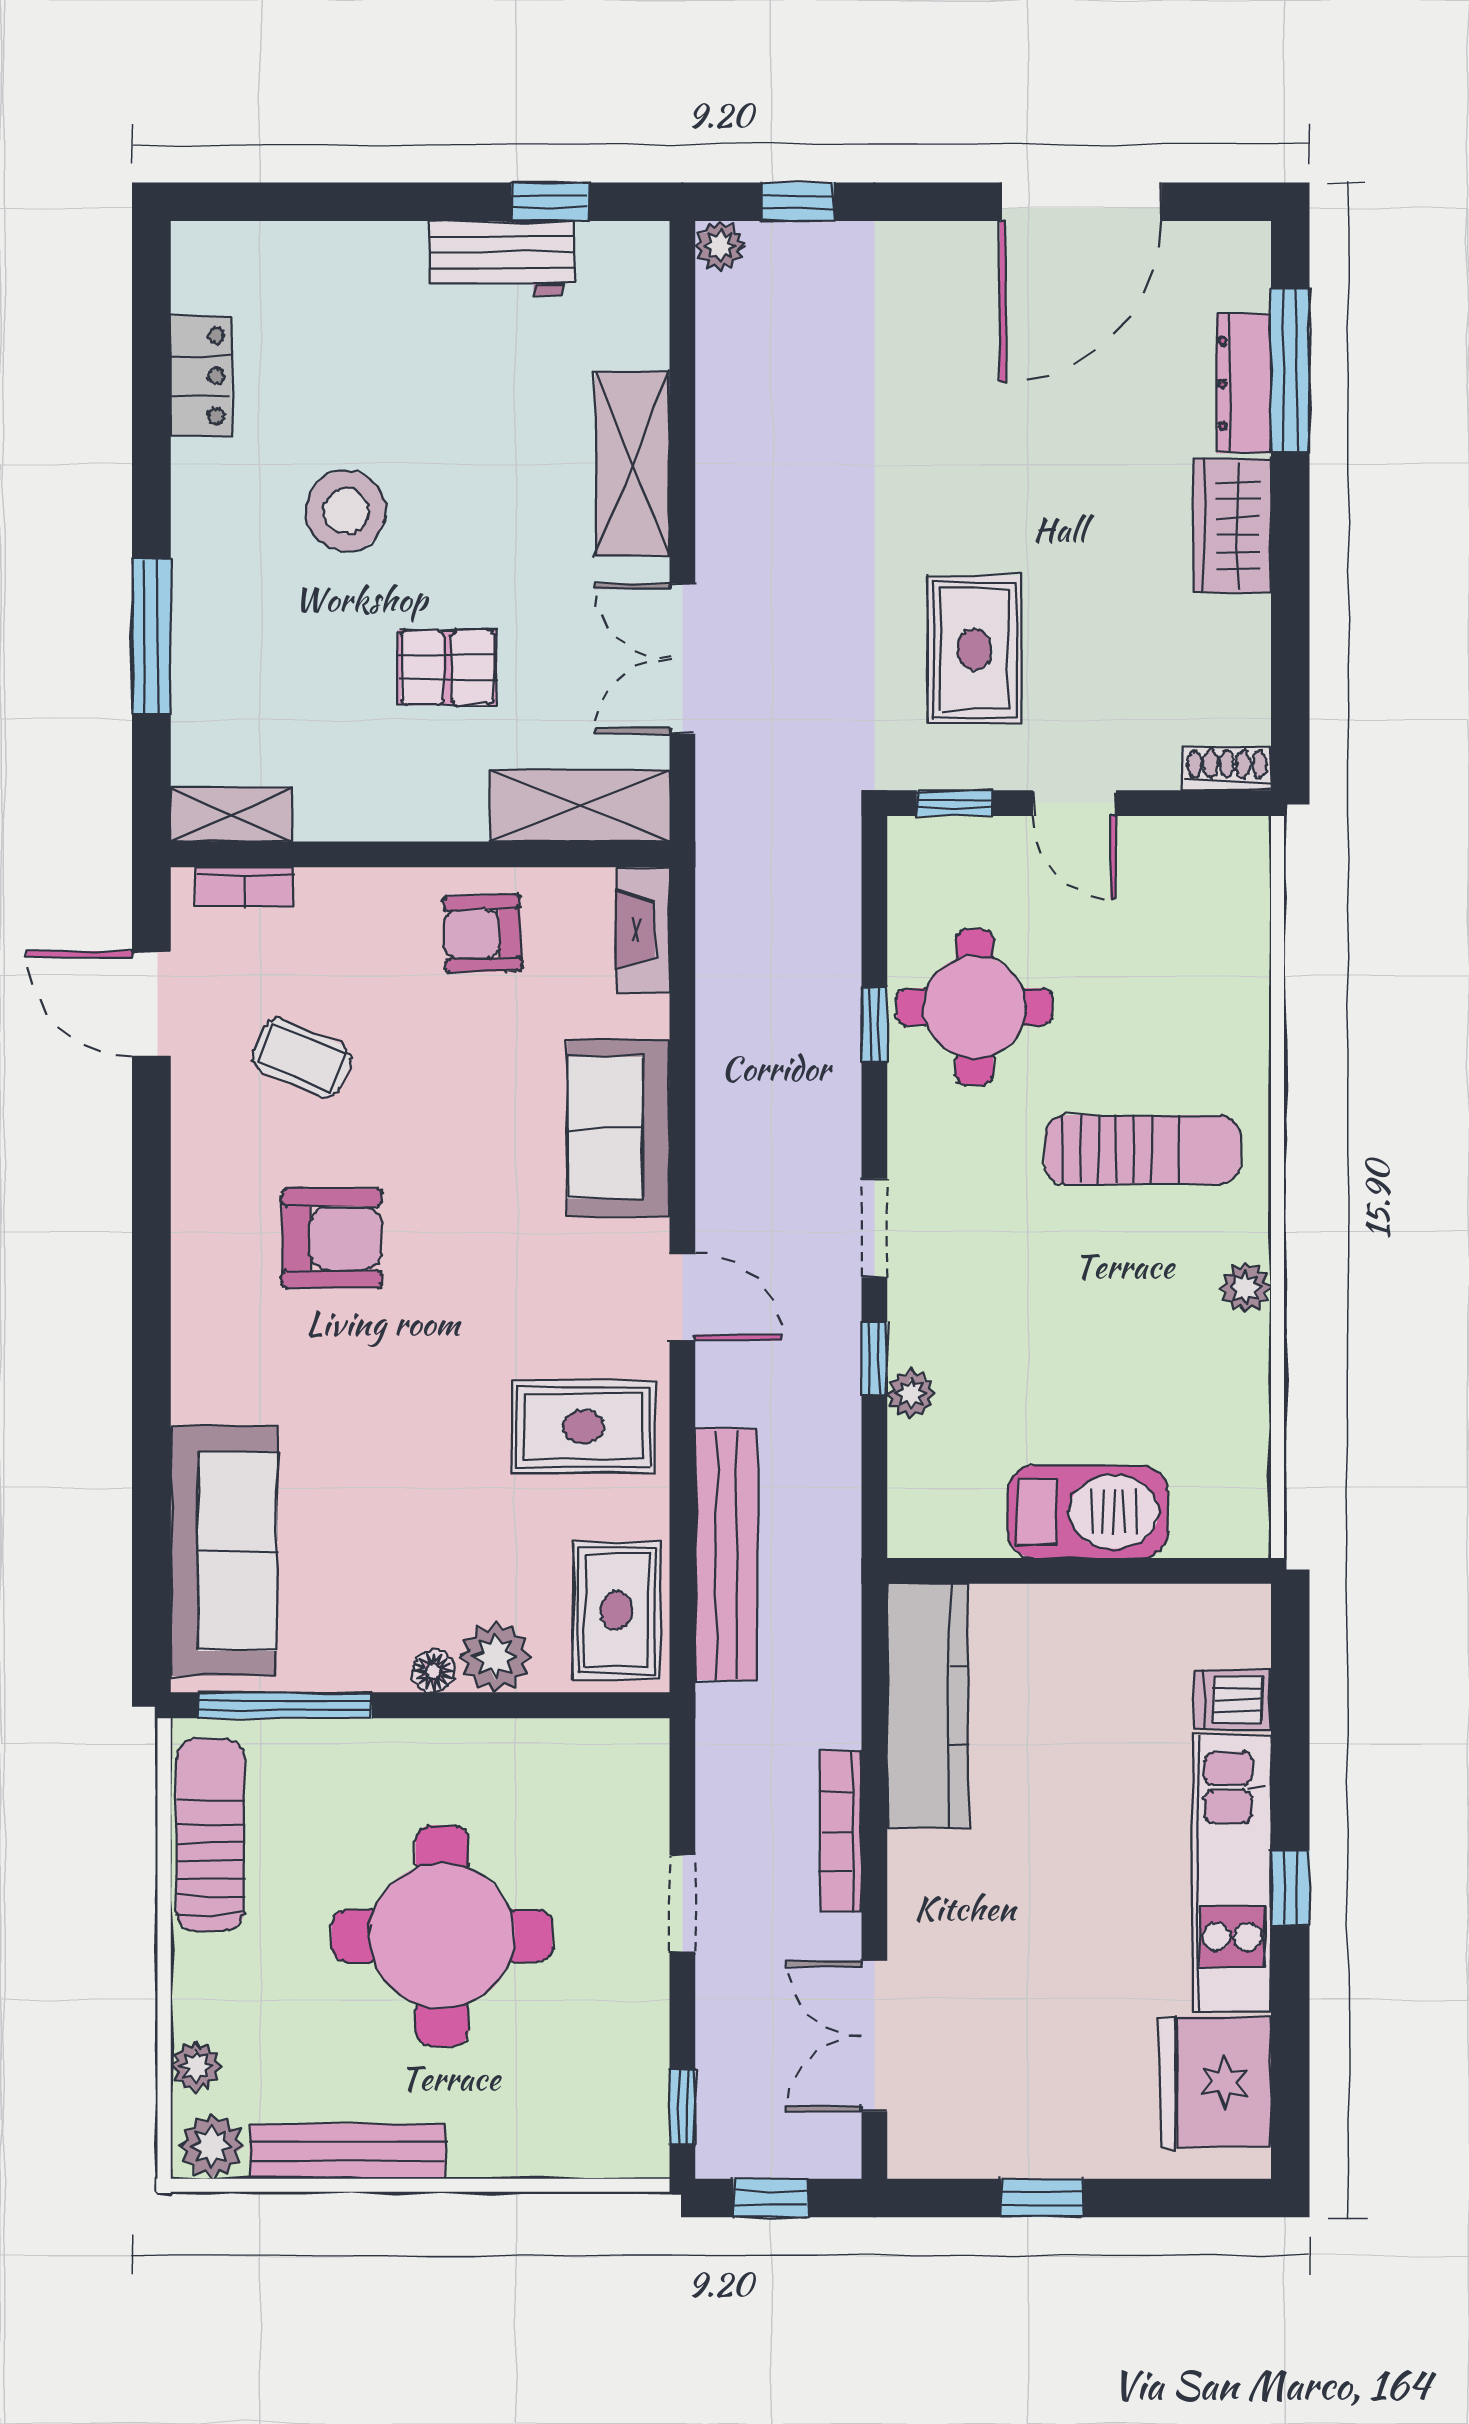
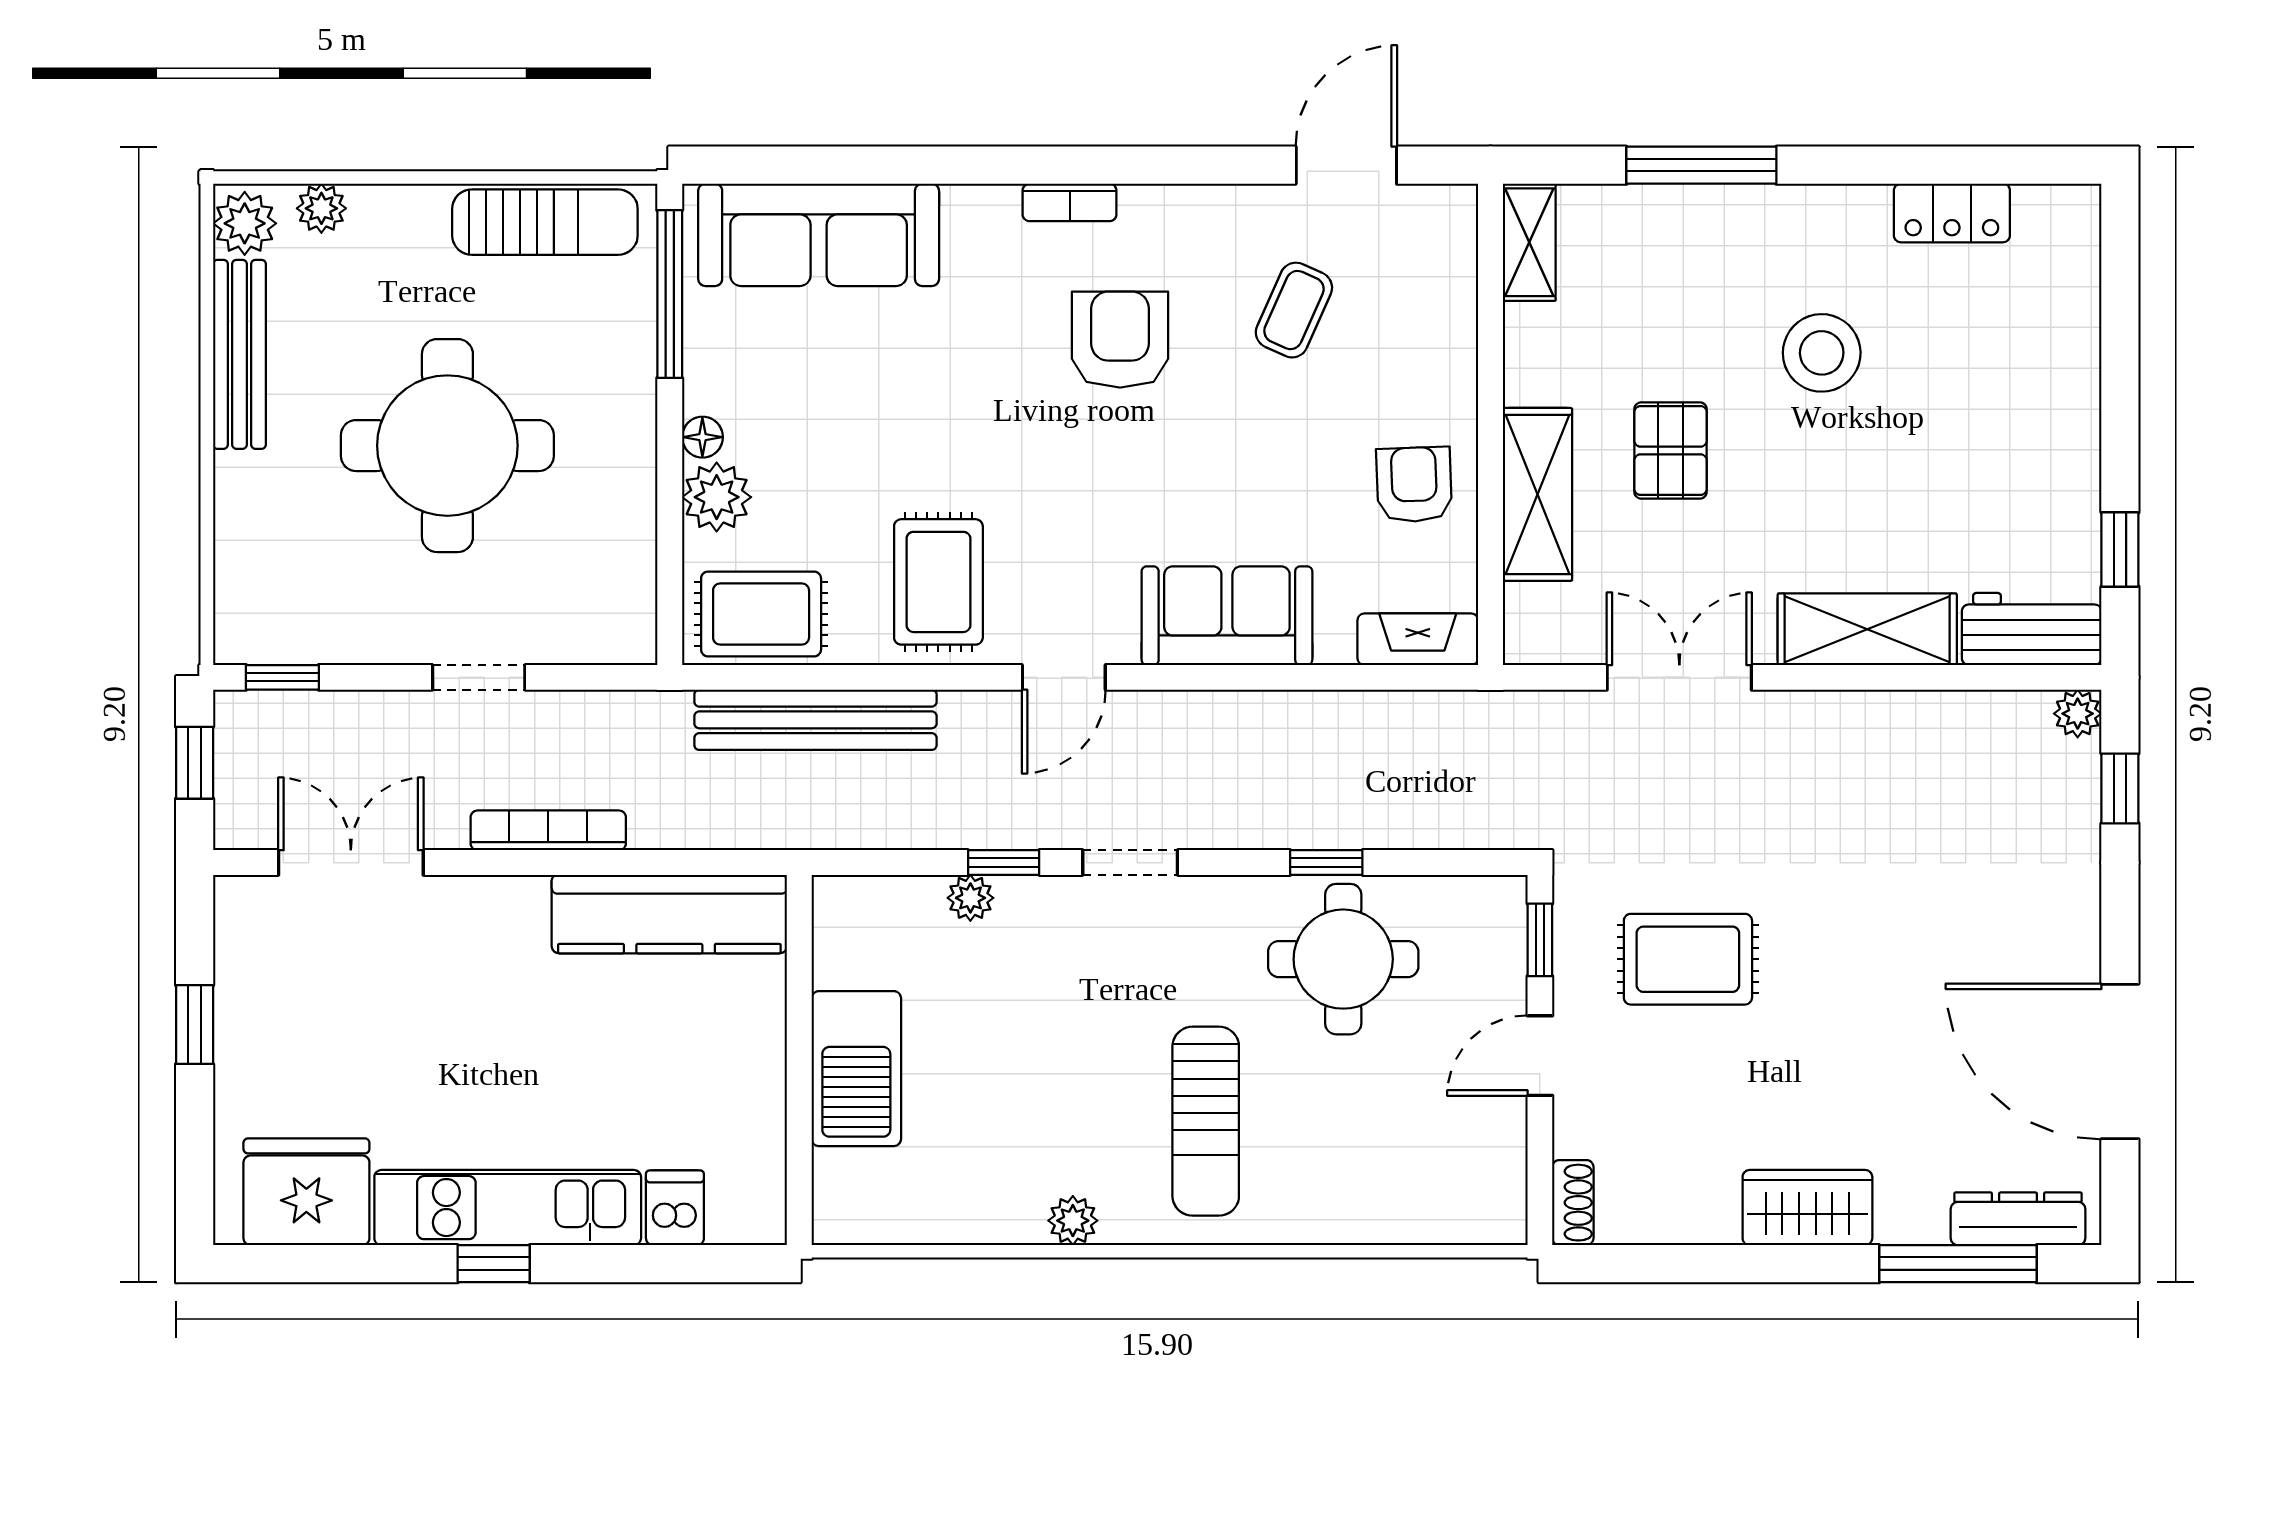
workbench: (502, 258) -> (2032, 629), moved, turned 90
dresser: (1244, 384) -> (2018, 1219), moved
shelving: (580, 806) -> (1537, 494), moved
bookcase: (245, 887) -> (1070, 202), moved, turned -90
armchair: (332, 1238) -> (1120, 340), turned 180

